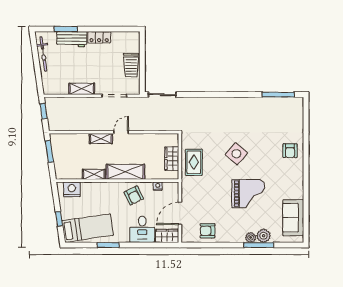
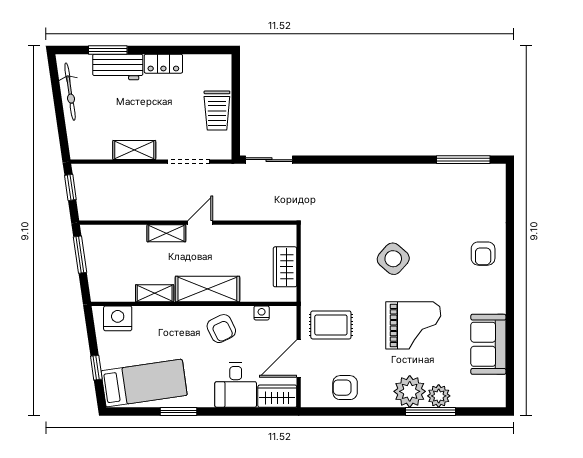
rug: (194, 162) -> (331, 325), moved, turned 90
sofa: (293, 218) -> (488, 344), moved
plant: (251, 237) -> (410, 391), width x1.88, depth x1.88

